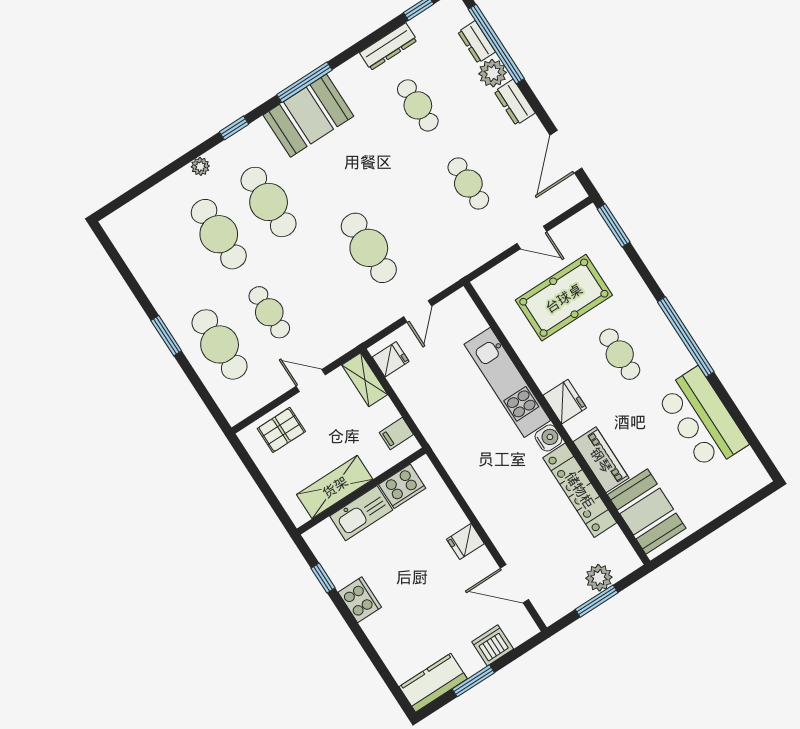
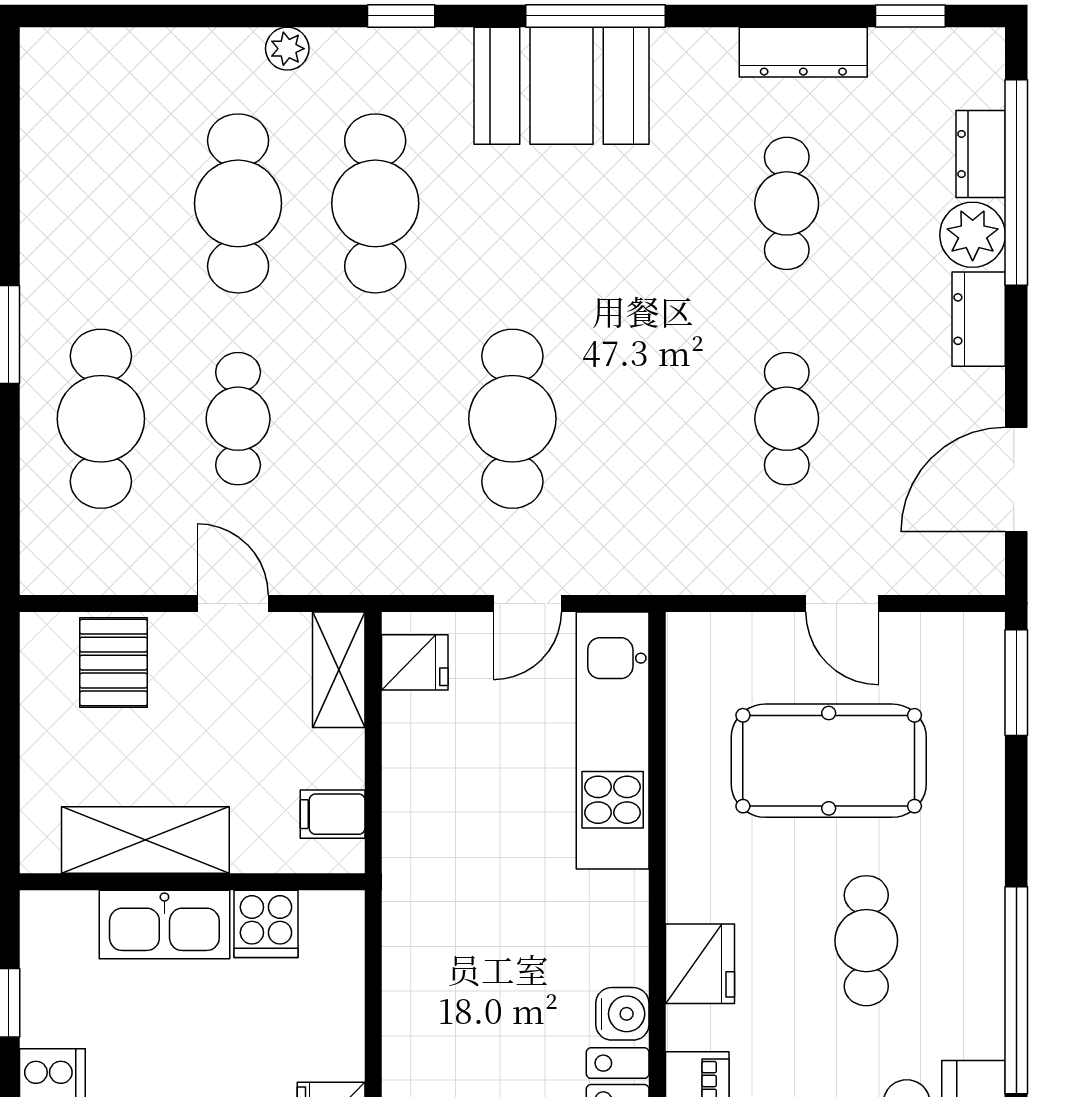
kitchen unit: (507, 382) -> (613, 740), moved
pallet: (281, 430) -> (114, 663), turned 90
cooker: (402, 486) -> (266, 924), width x0.73

